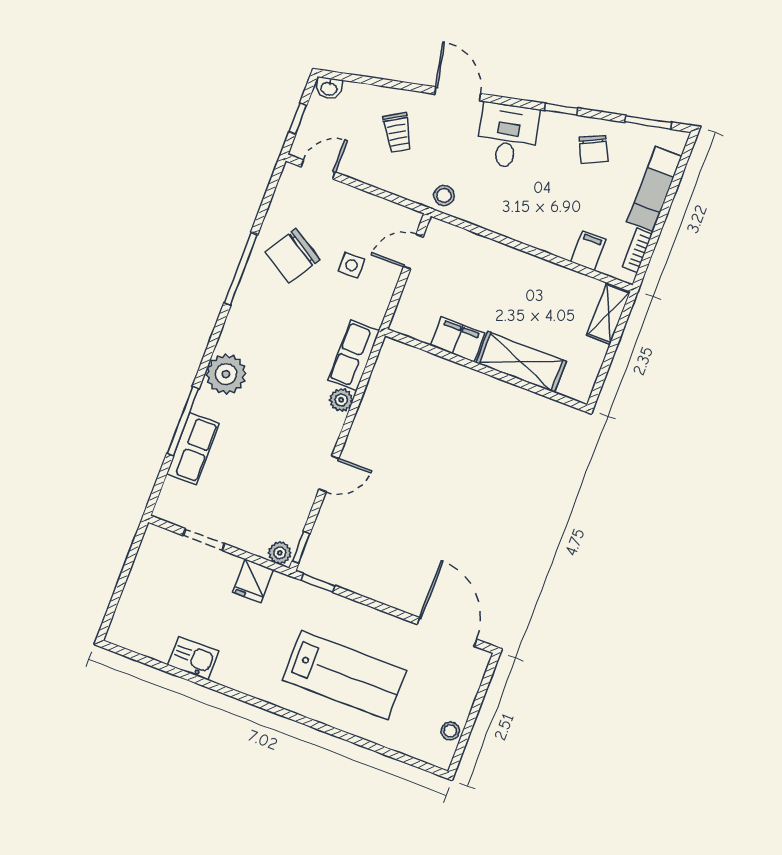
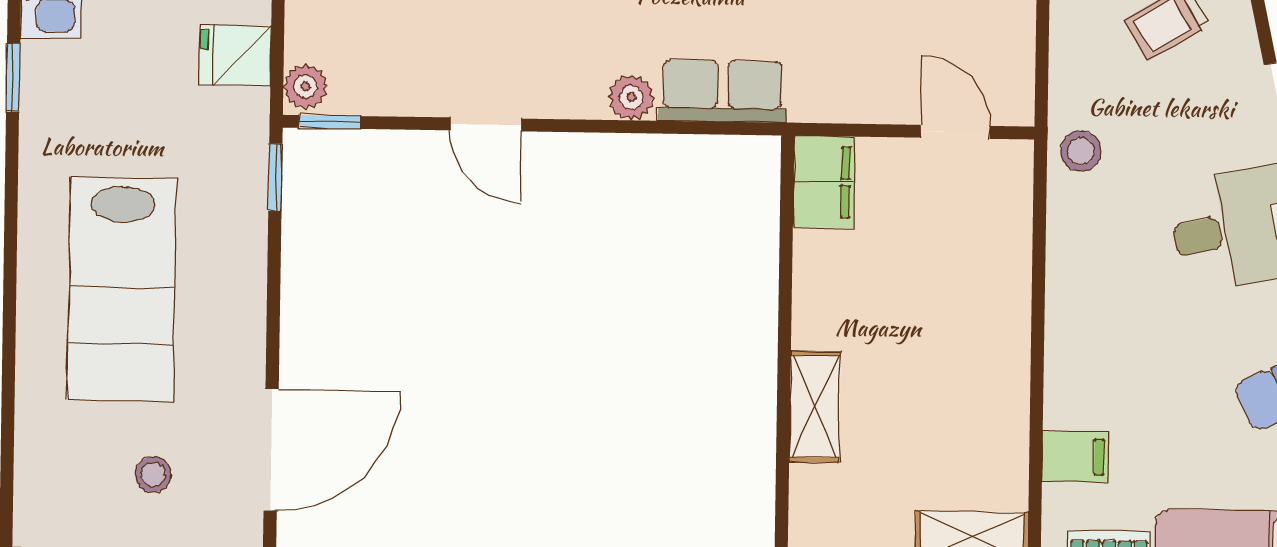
side table: (352, 265) -> (889, 26), removed
filing cabinet: (458, 339) -> (824, 182), moved
shelving: (521, 362) -> (815, 407), width x0.67, depth x0.75
window: (225, 690) -> (13, 77), added
stool: (450, 731) -> (153, 475), moved

